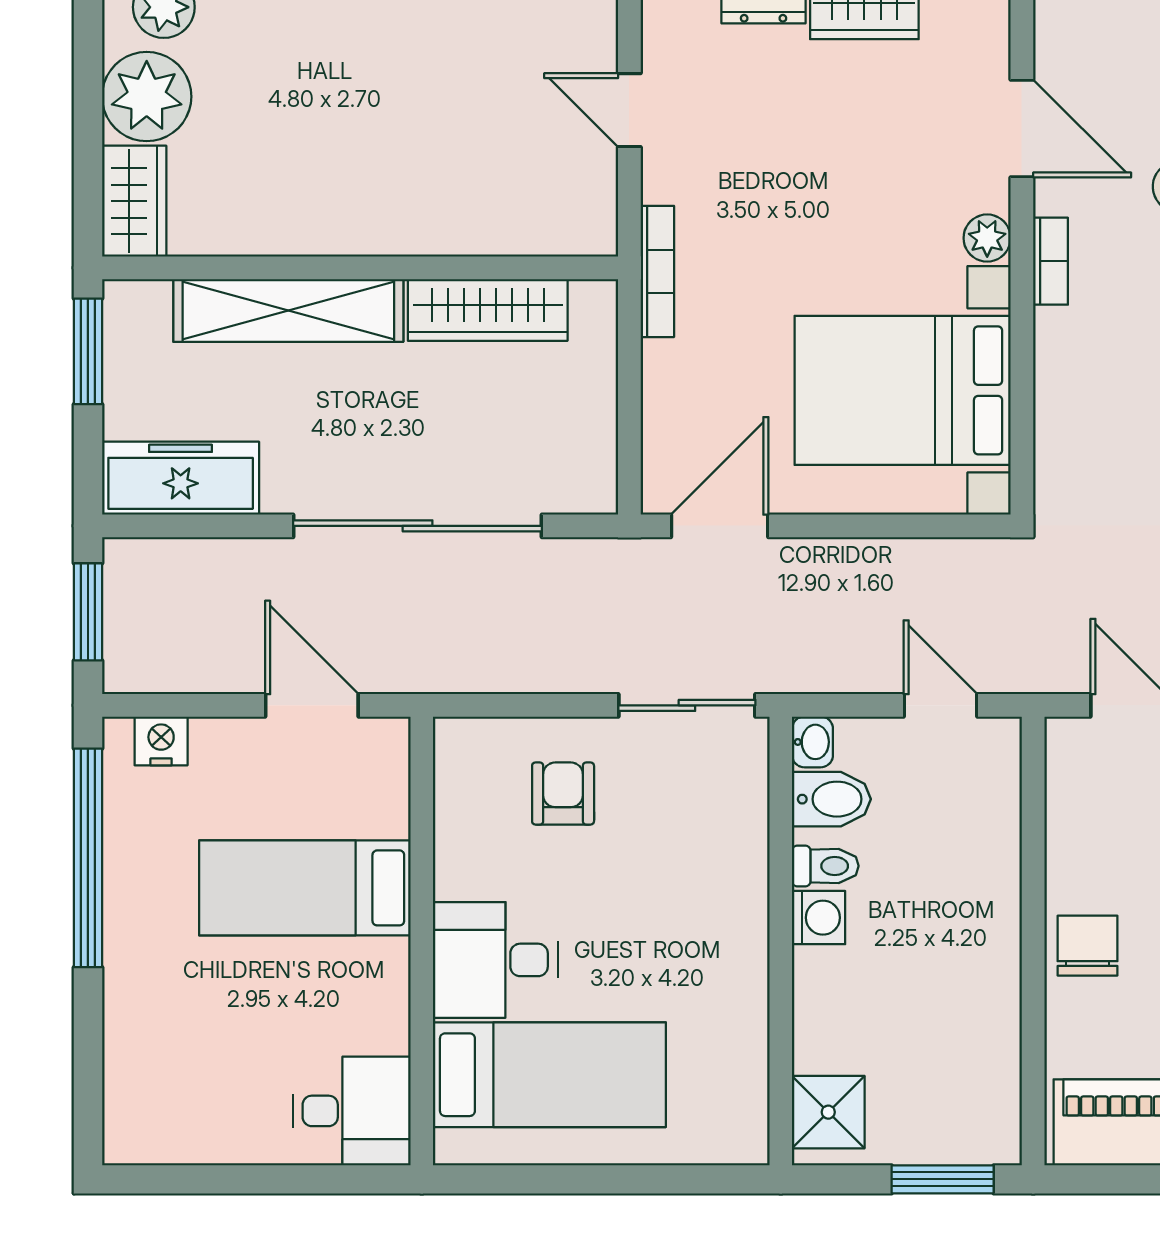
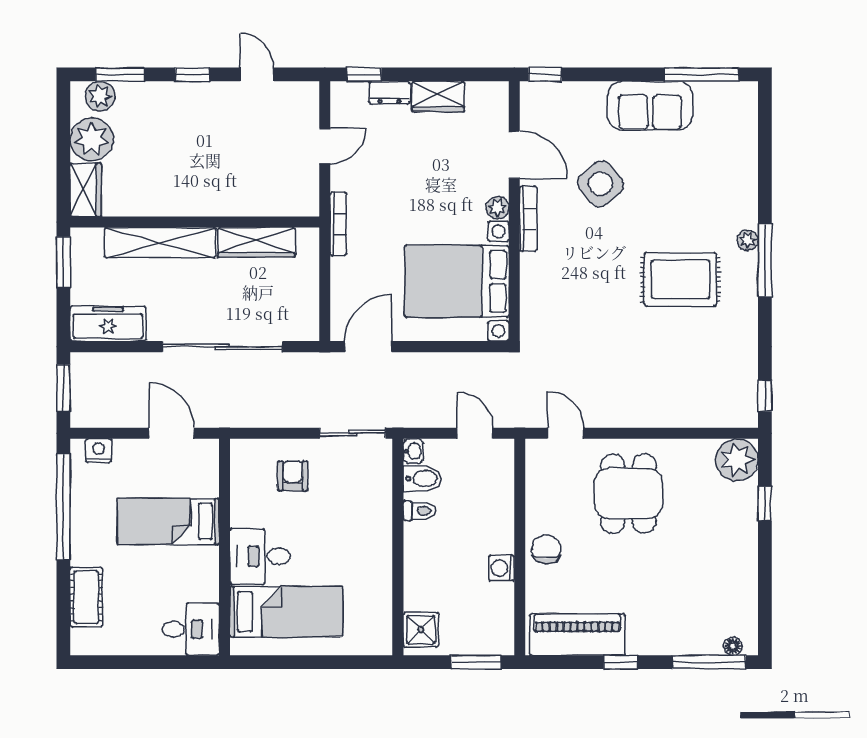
door: (629, 110) -> (325, 146), swing flipped
bookcase: (1051, 261) -> (528, 219), width x1.56
washing machine: (819, 918) -> (501, 568), moved, turned 180
cot: (136, 1045) -> (86, 597), added

